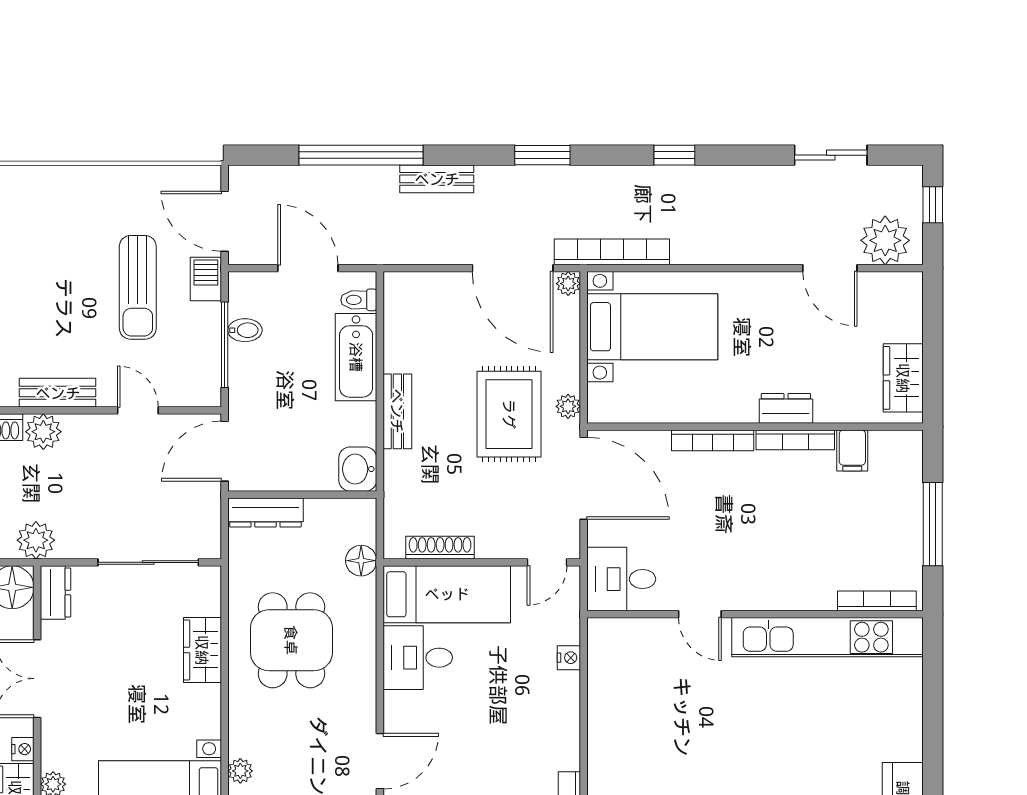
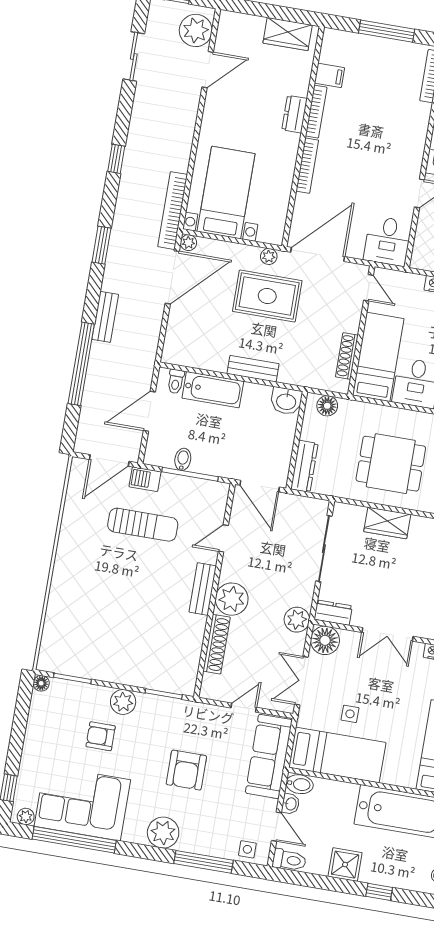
plant: (43, 432) -> (232, 599), width x1.36, depth x1.36
floor lamp: (361, 561) -> (327, 406), moved

